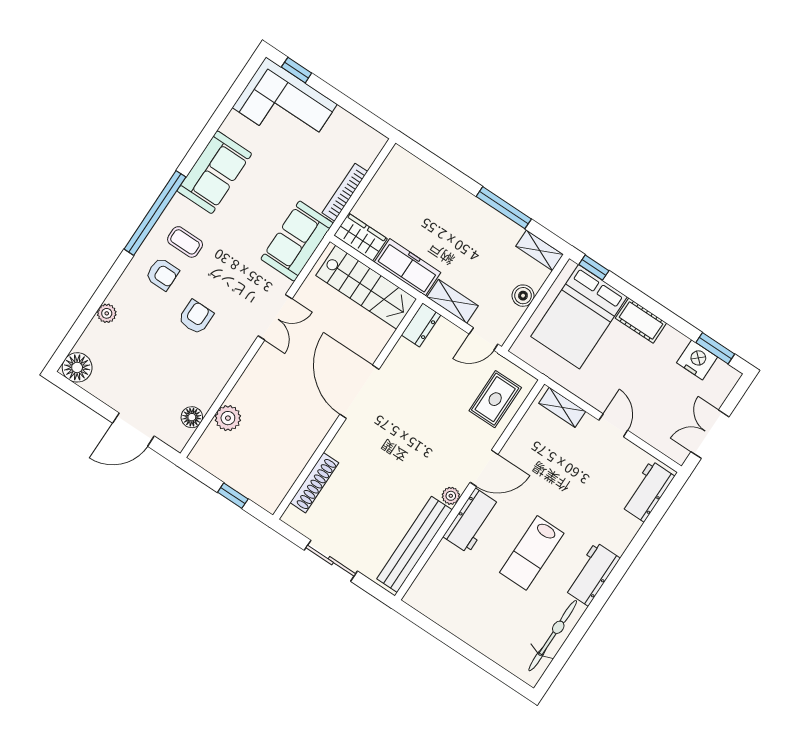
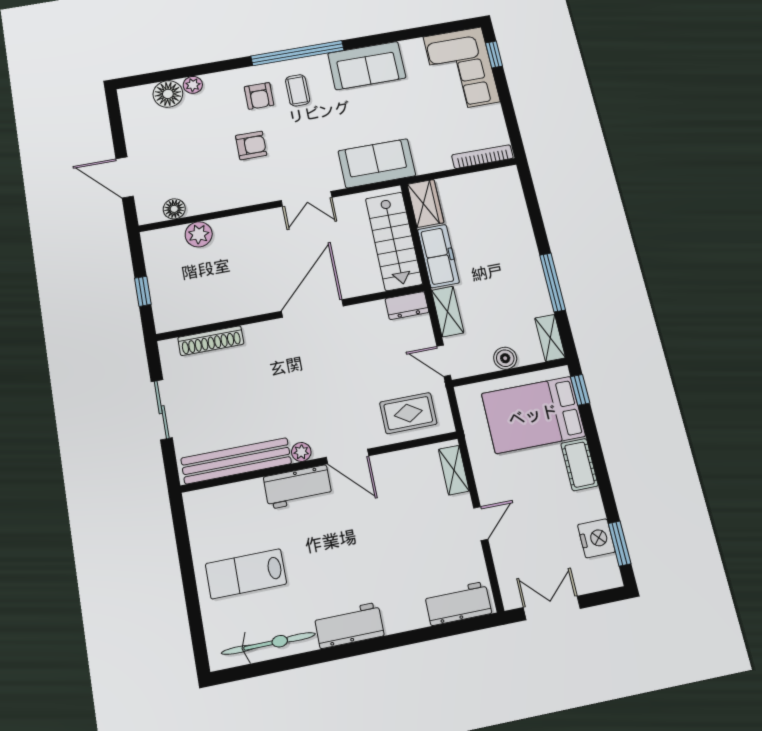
bookcase: (345, 192) -> (482, 157), moved
floor lamp: (77, 367) -> (168, 94), moved
lab bench: (532, 553) -> (246, 574), moved

